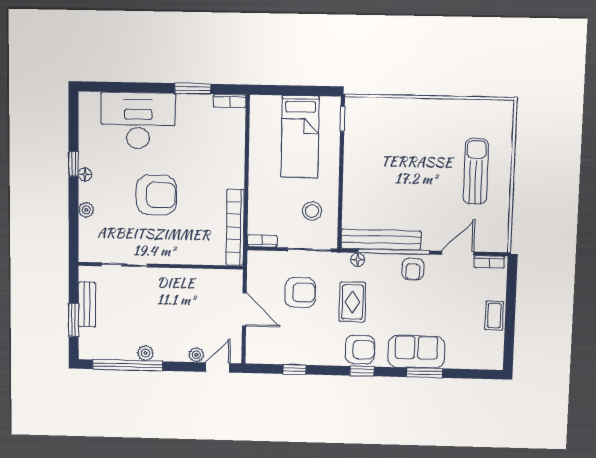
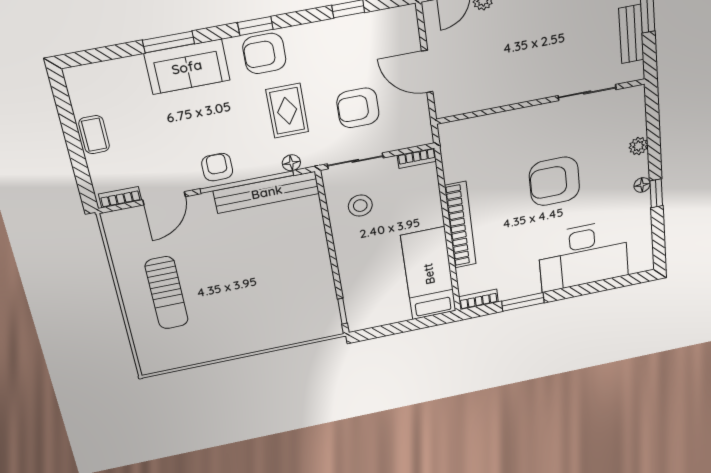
bed: (300, 137) -> (429, 274), moved
bookcase: (235, 227) -> (460, 225), moved

